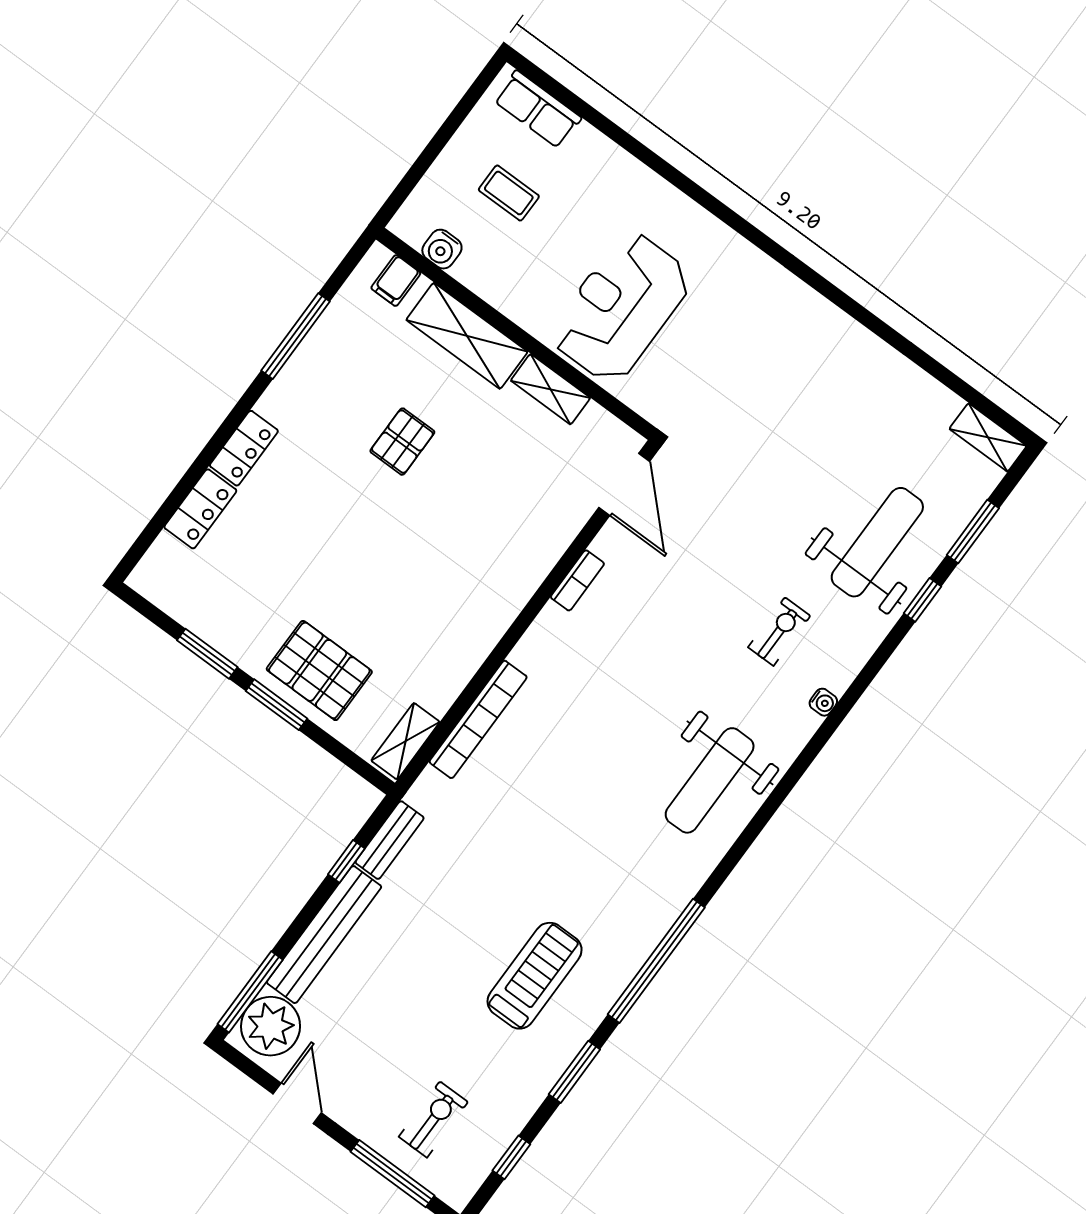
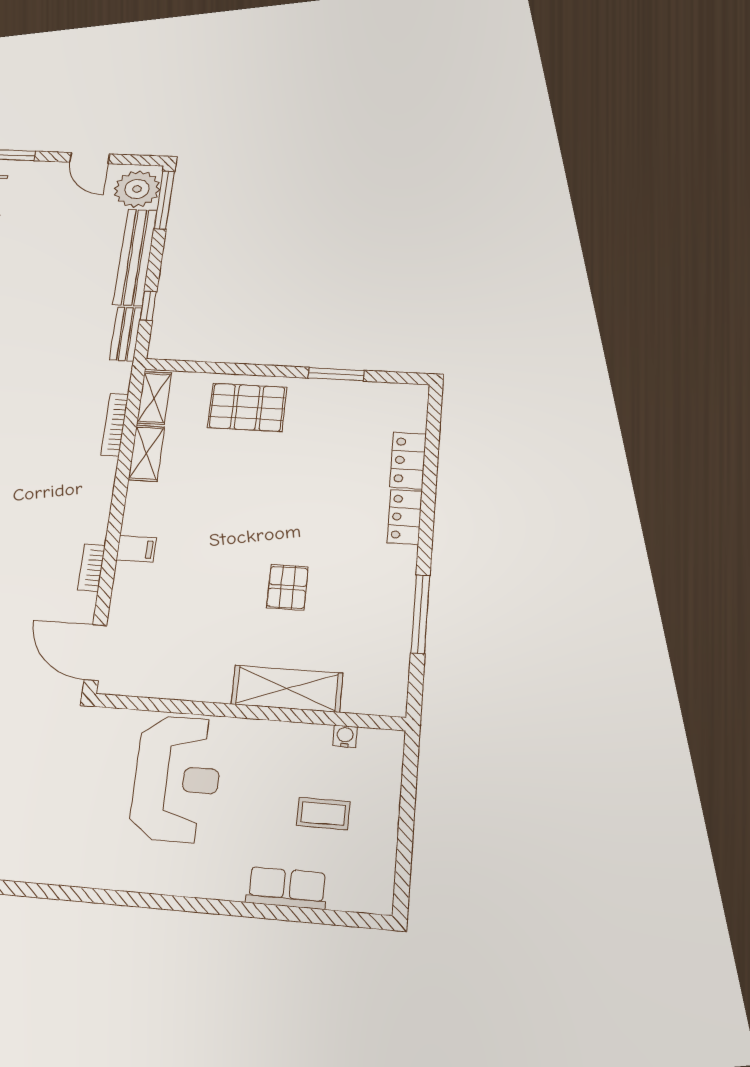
row of seats: (538, 109) -> (287, 888), moved
water cooler: (442, 249) -> (345, 736), width x0.72, depth x0.72
filing cabinet: (396, 281) -> (136, 549), moved, turned 90
shelving: (551, 389) -> (146, 453), moved, turned 90
window: (276, 705) -> (264, 370), removed
bookcase: (478, 719) -> (115, 424), width x0.68, depth x0.76

